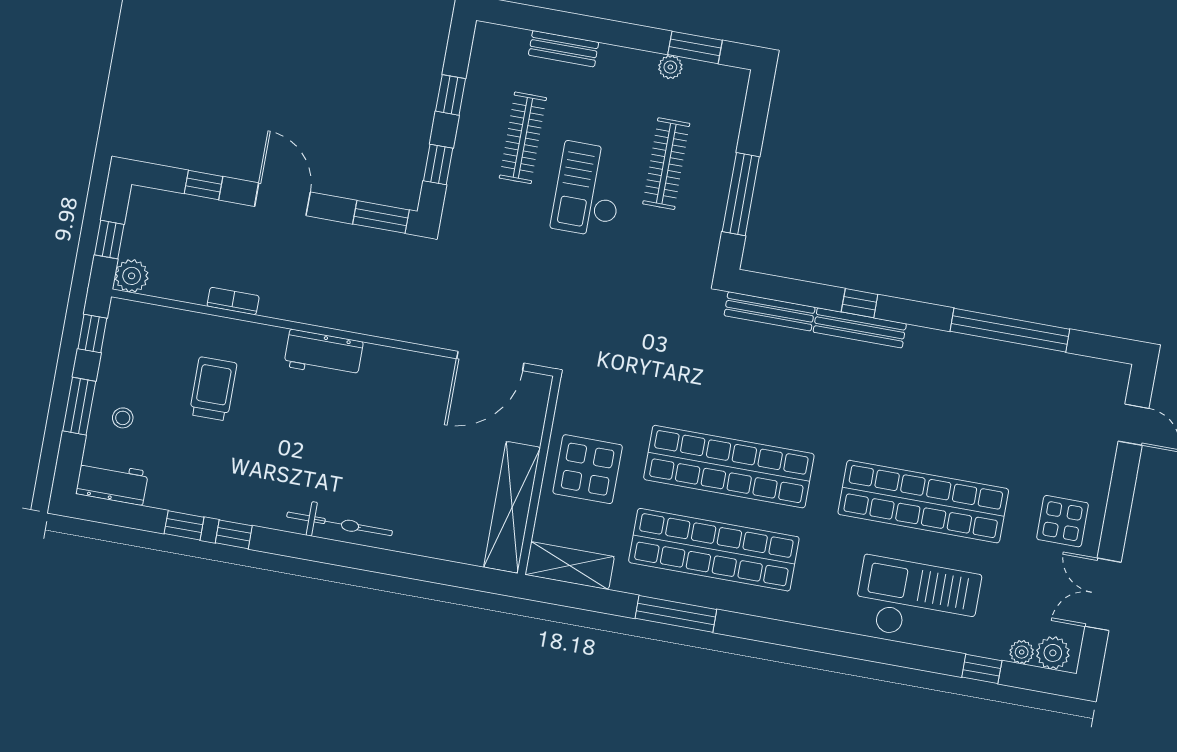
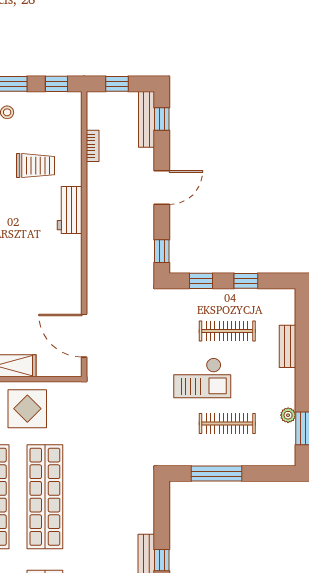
window: (204, 185) -> (162, 119), moved
checkout: (589, 190) -> (202, 378), turned 180
window: (381, 217) -> (162, 251), width x0.67
plant: (132, 276) -> (97, 102), removed
bookcase: (233, 301) -> (93, 146), moved
bench: (770, 311) -> (146, 119), moved
workbench: (323, 354) -> (70, 210), moved

